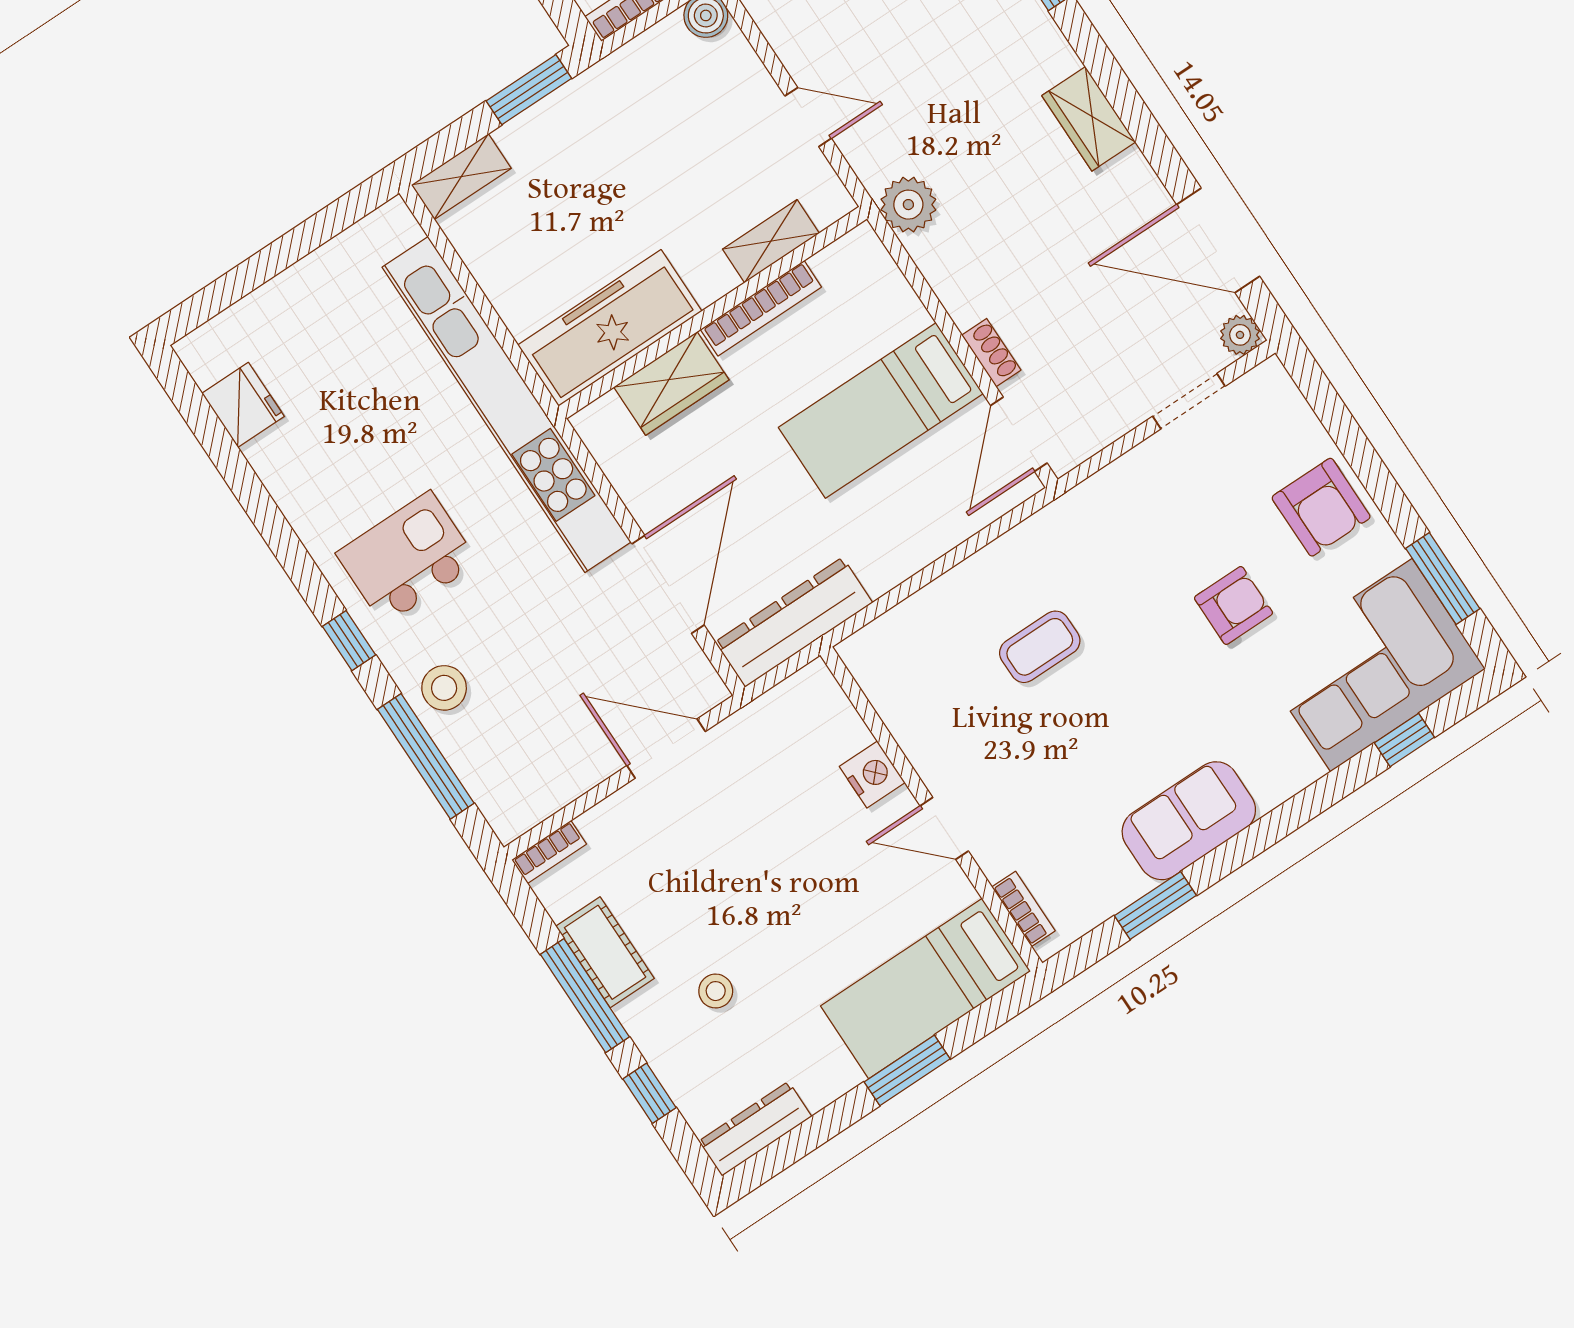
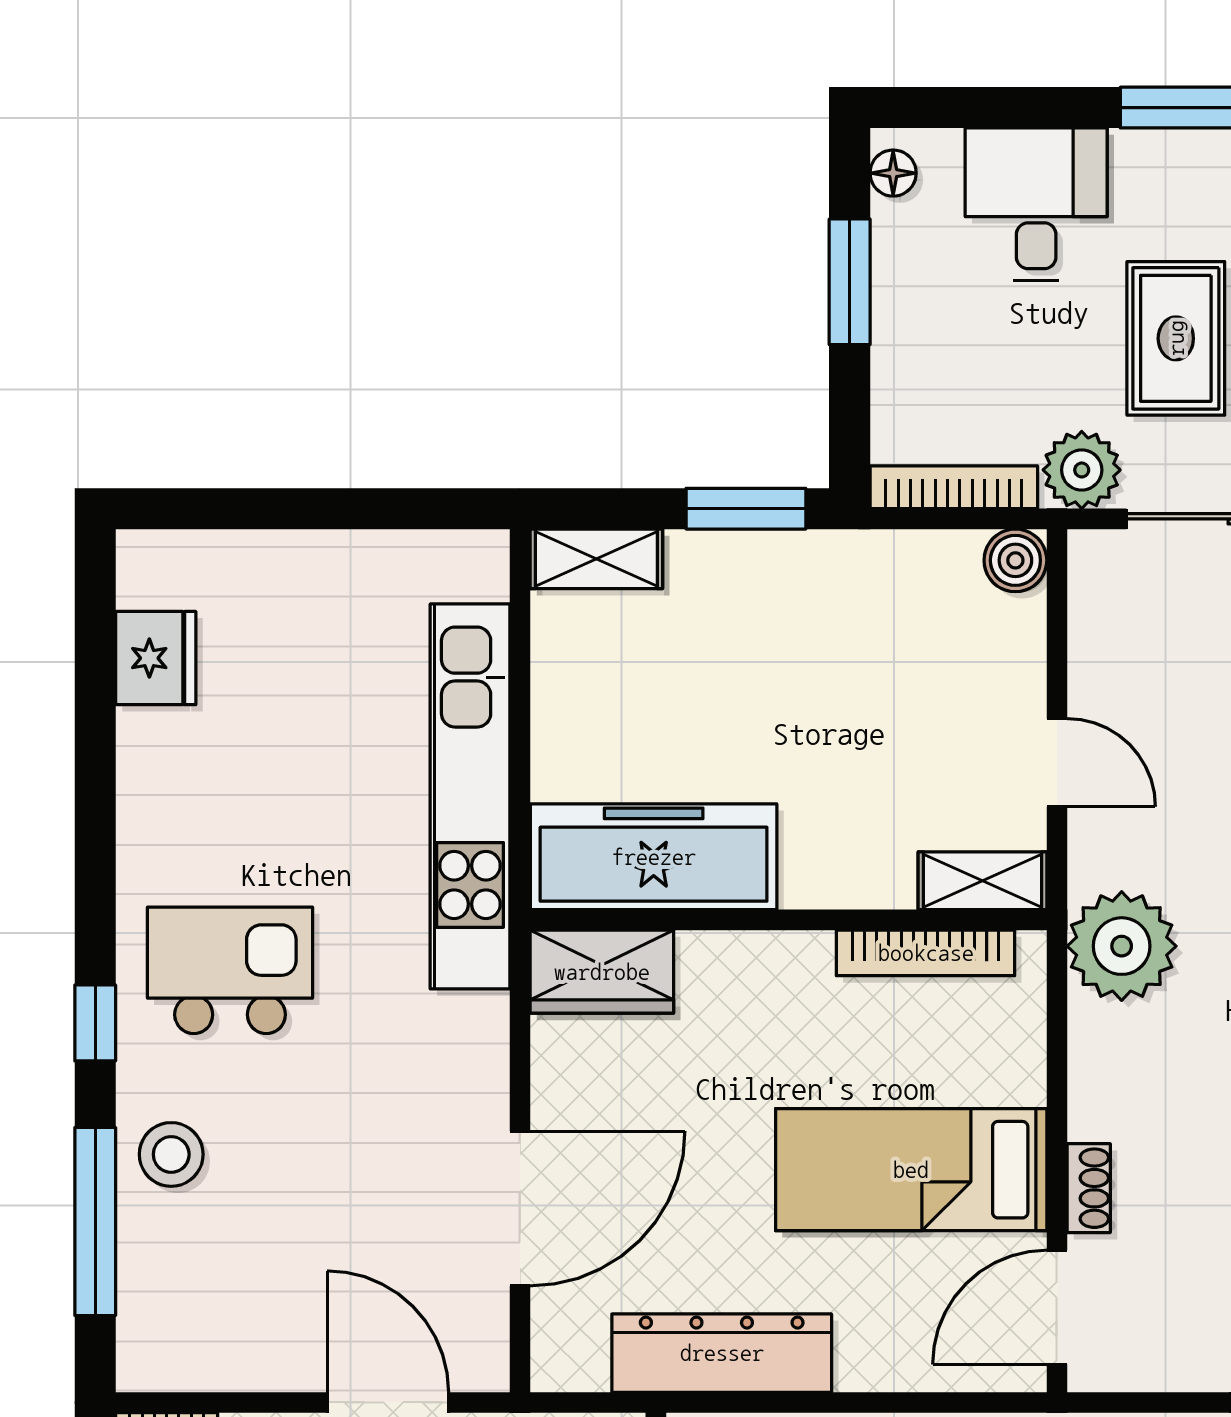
plant: (908, 205) -> (1122, 946), width x1.36, depth x1.36
shelving: (771, 241) -> (983, 881), moved
bookcase: (761, 308) -> (926, 953), moved
wardrobe: (671, 383) -> (602, 972), moved
kitchen unit: (507, 405) -> (470, 796), width x0.73
dresser: (794, 622) -> (722, 1353), moved

